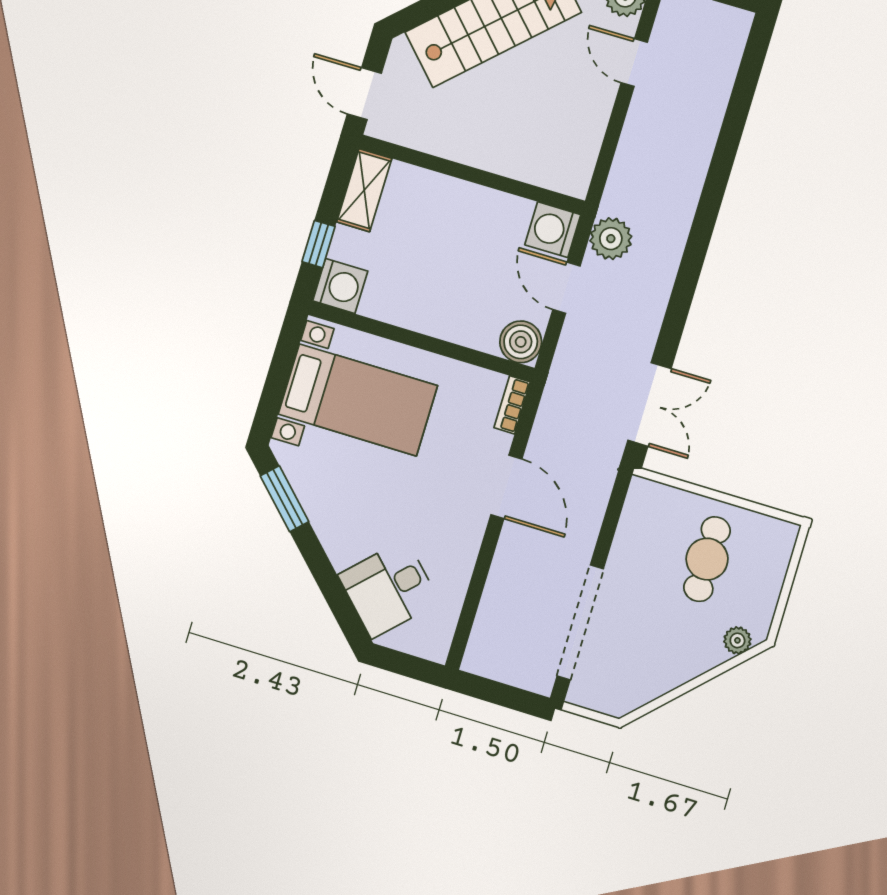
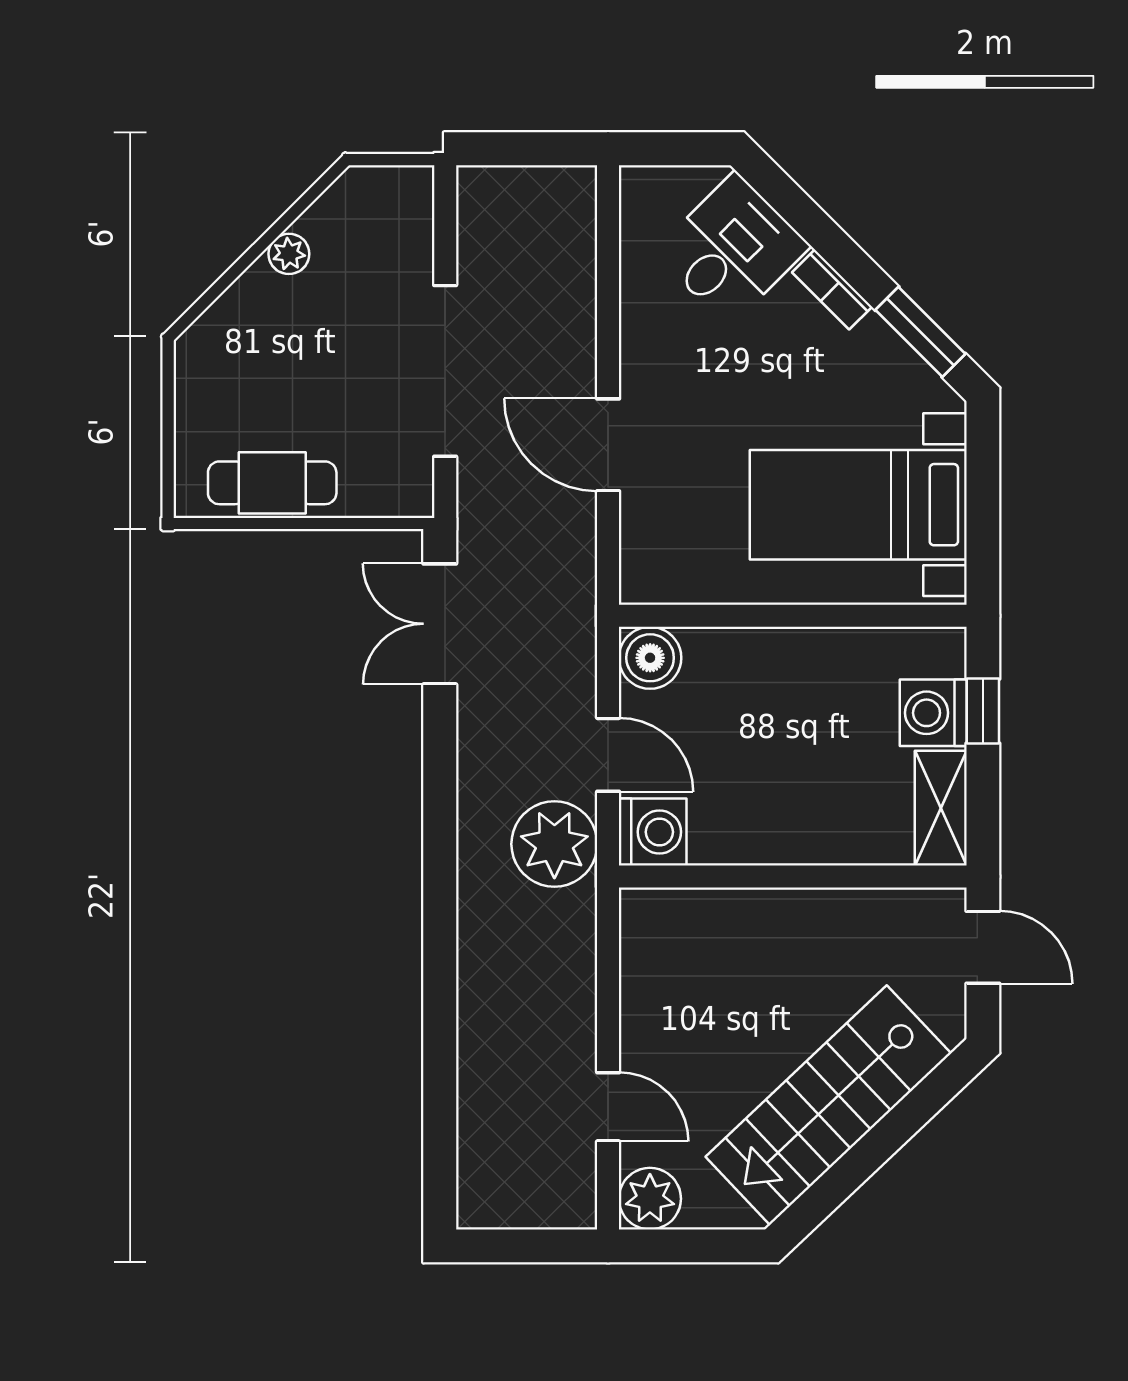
plant: (611, 239) -> (554, 844), width x1.36, depth x1.36
washing machine: (340, 286) -> (933, 713), moved
bookcase: (512, 405) -> (832, 290), moved, turned 135
cafe table: (707, 559) -> (272, 483), moved, turned 90
doorway: (580, 622) -> (445, 371), moved
plant: (737, 640) -> (289, 254), moved

